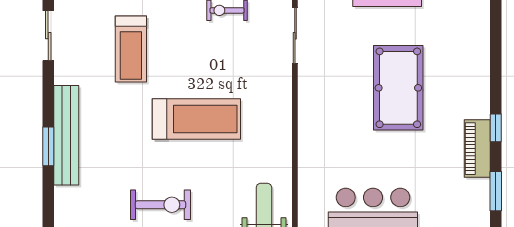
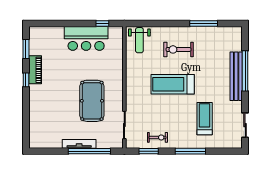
pool table: (398, 88) -> (92, 101), moved
window: (48, 146) -> (245, 71), width x2.11
exercise bike: (160, 205) -> (179, 49), moved

